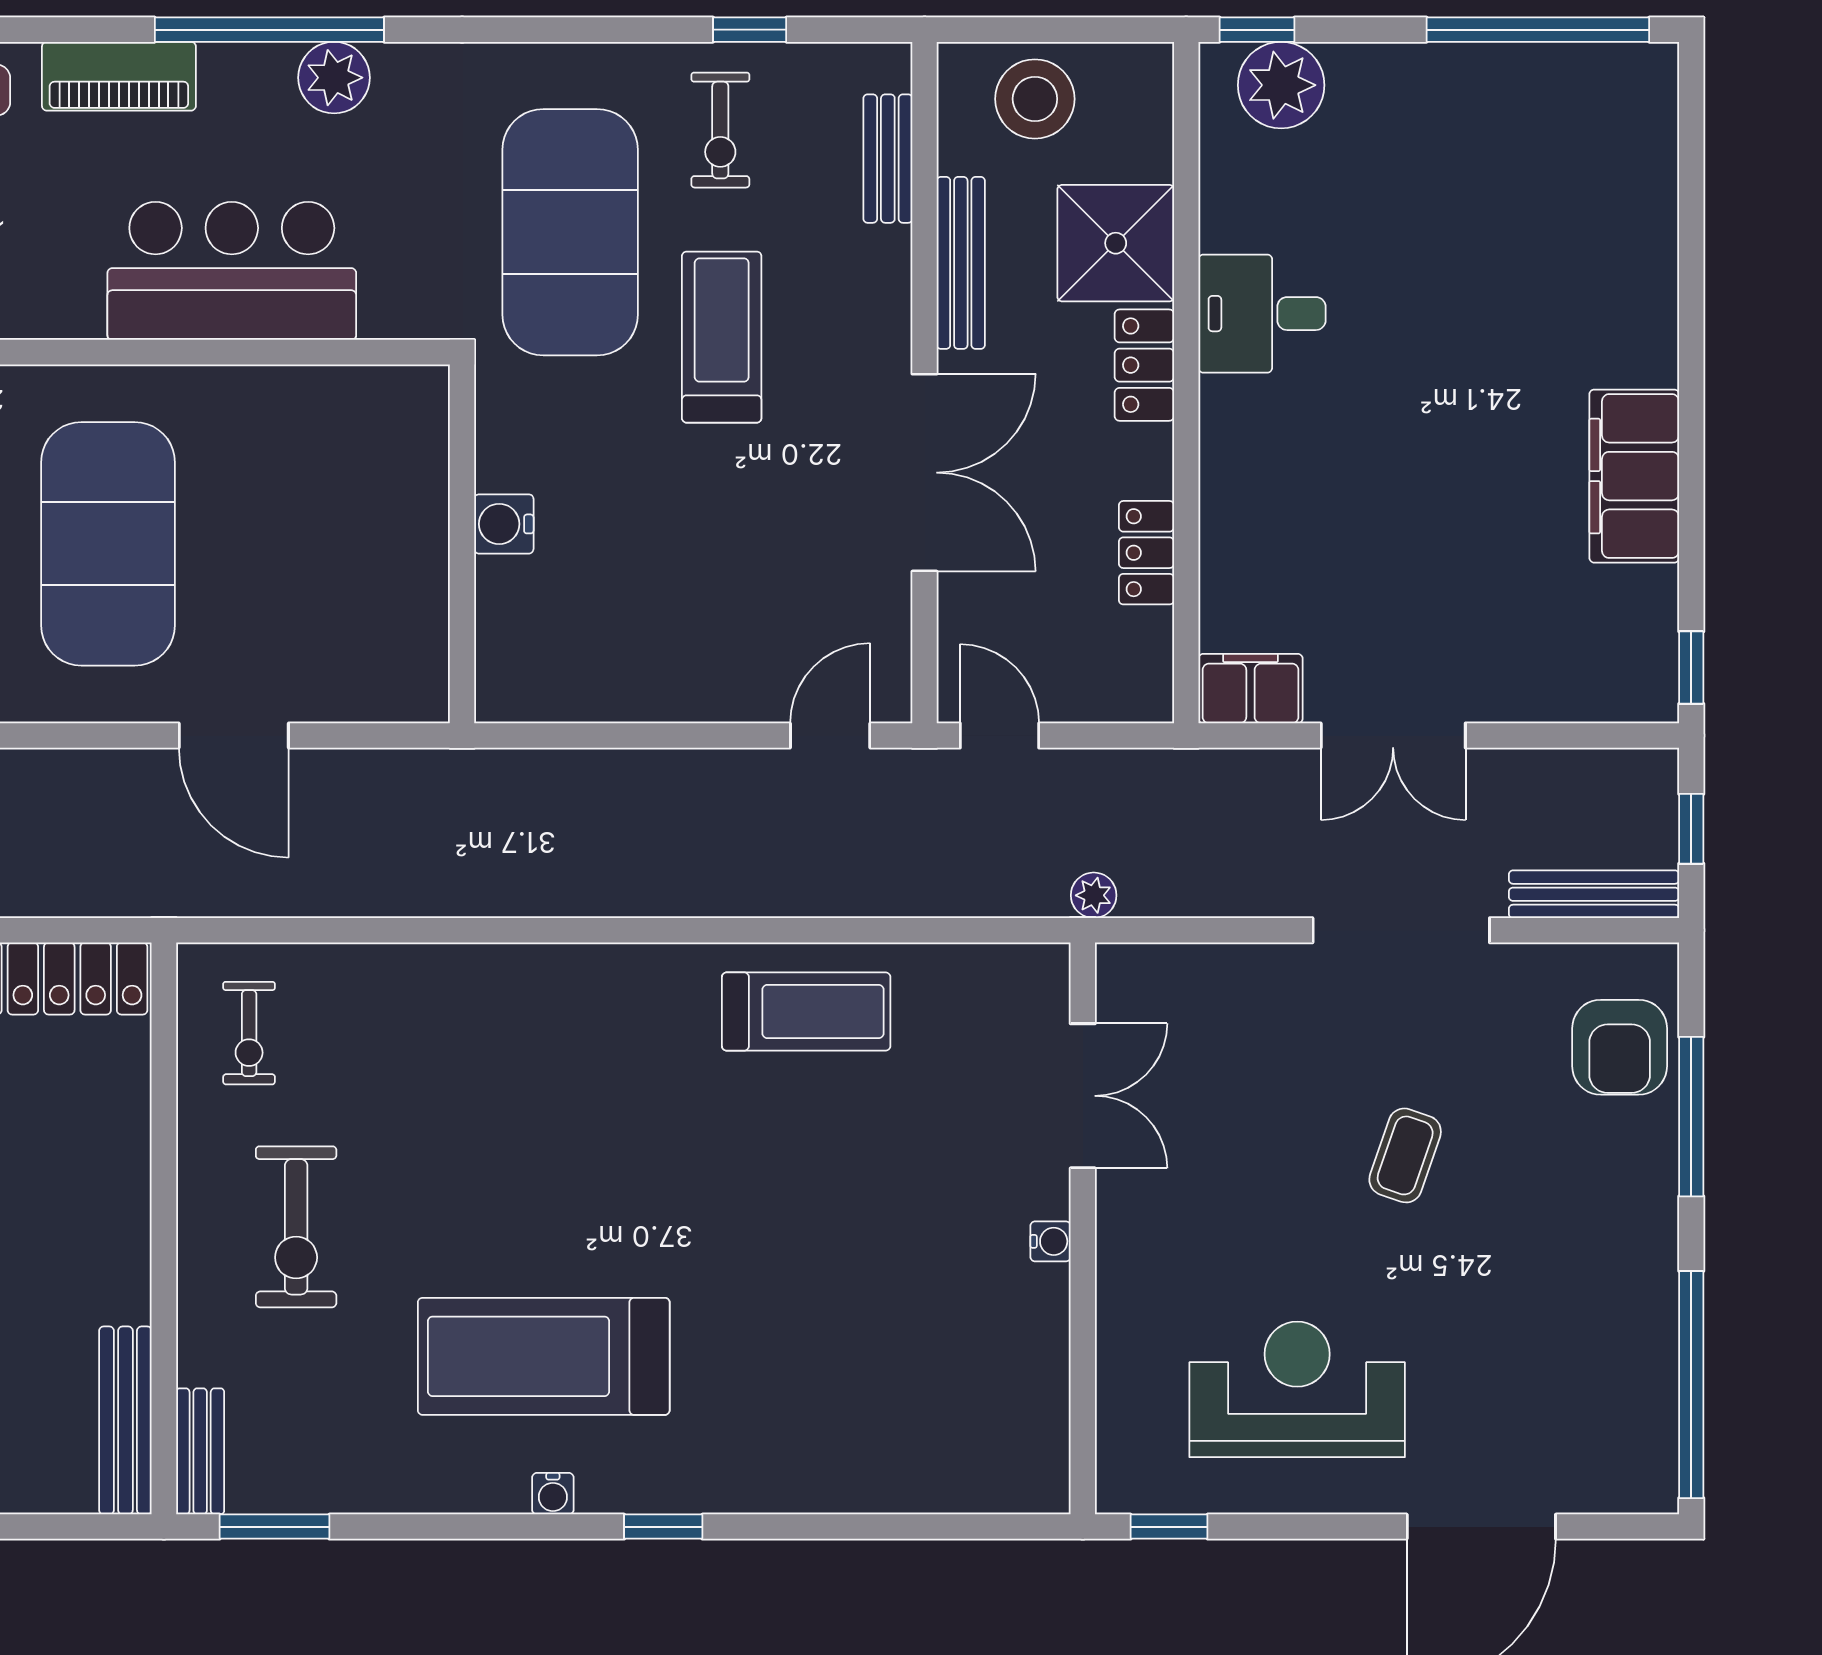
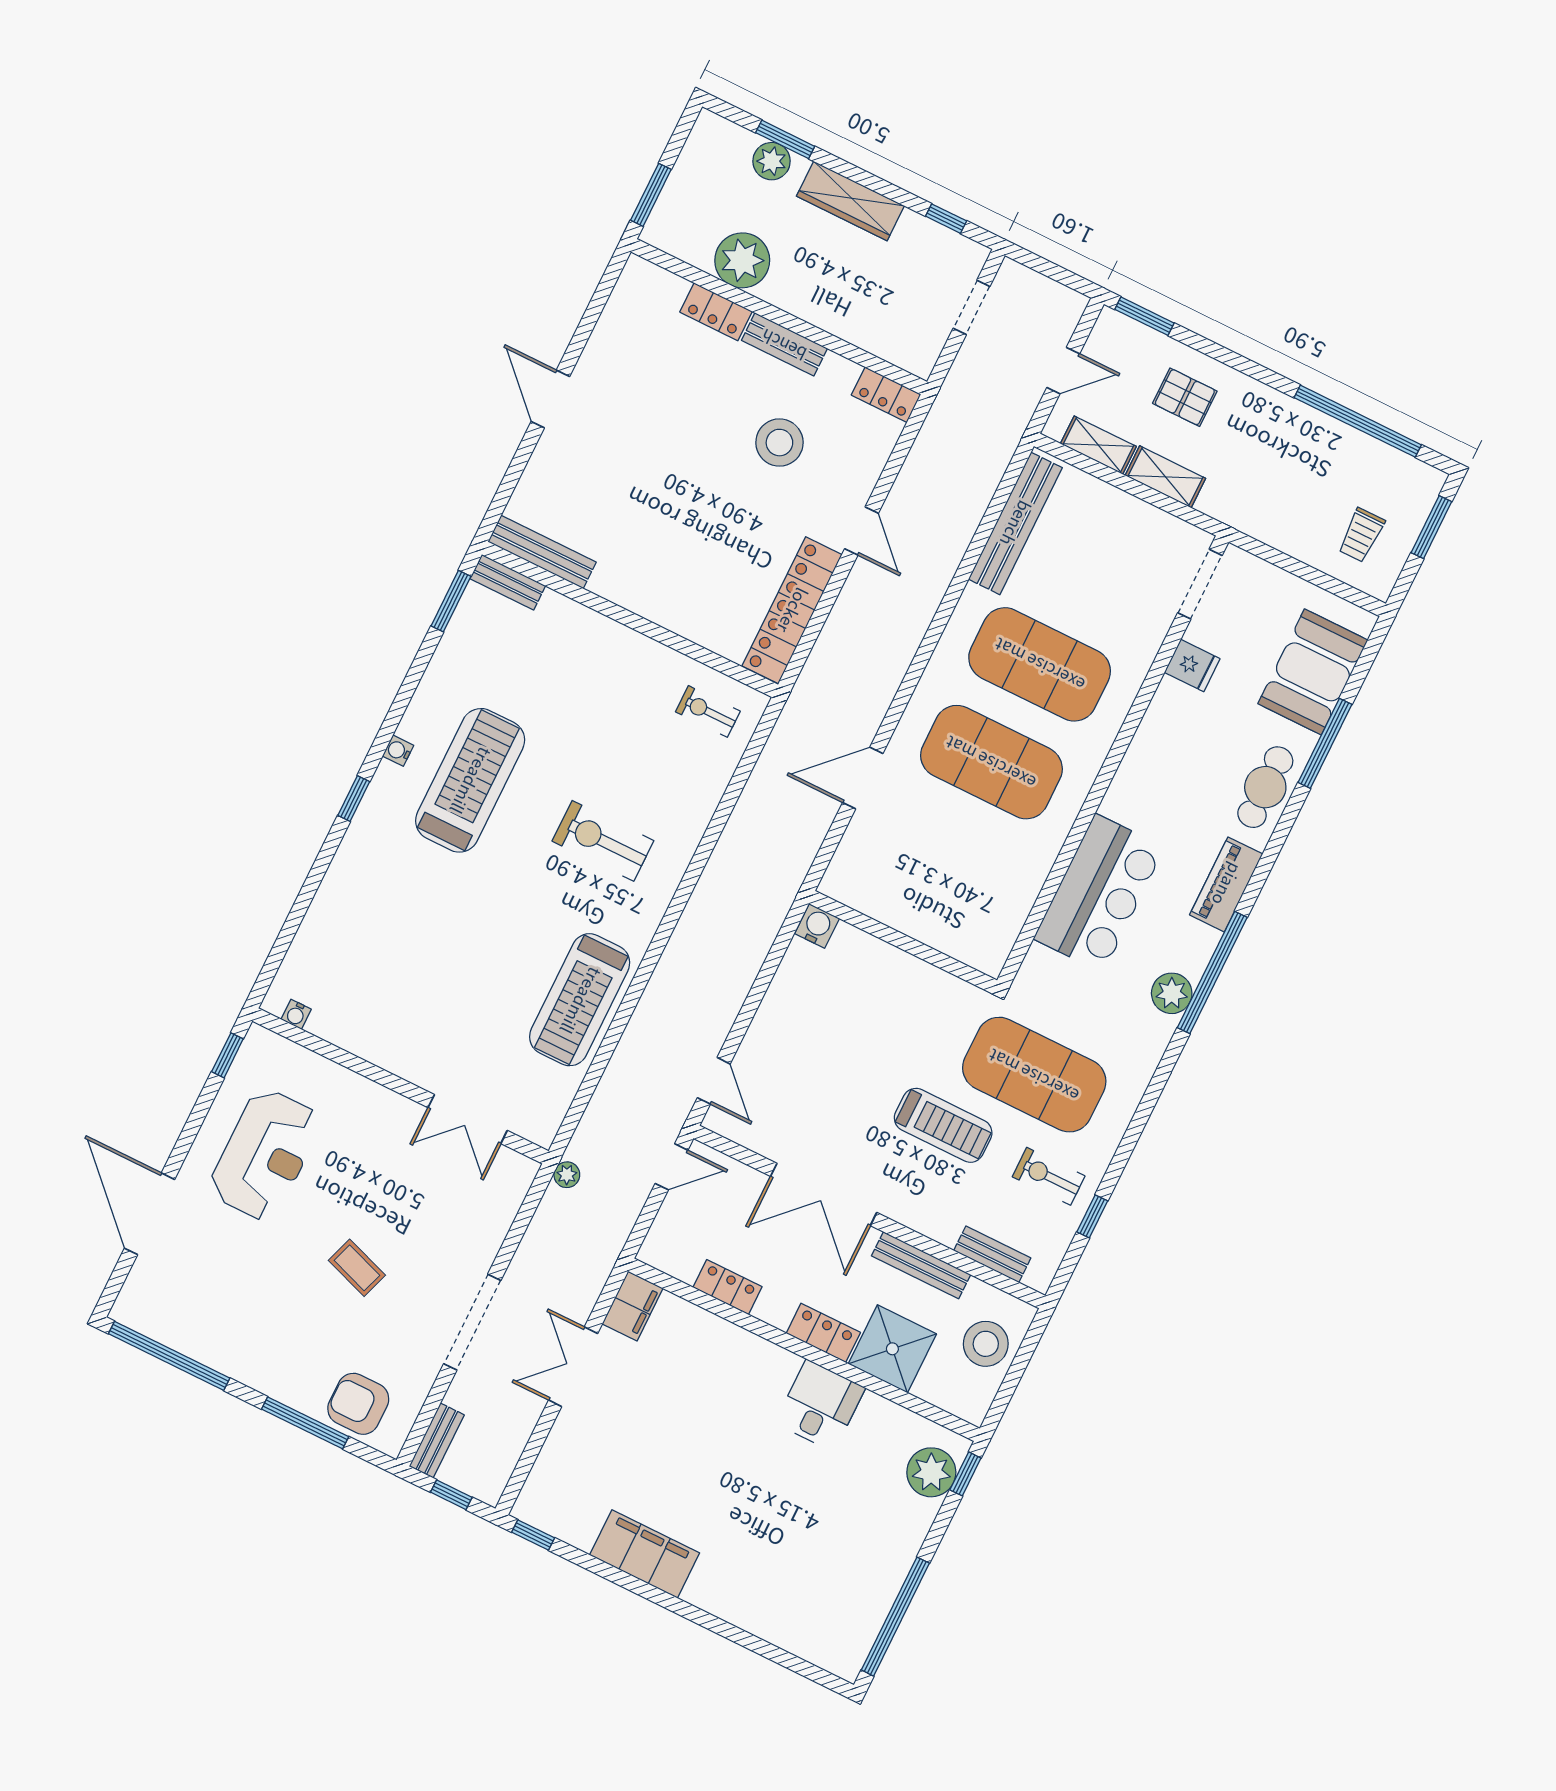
water cooler: (504, 524) -> (817, 926), moved
bench: (1594, 894) -> (437, 1441), width x0.73
treadmill: (806, 1012) -> (580, 1000), width x1.37, depth x1.38
exercise bike: (296, 1227) -> (603, 841), moved
water cooler: (1050, 1241) -> (296, 1014), moved

